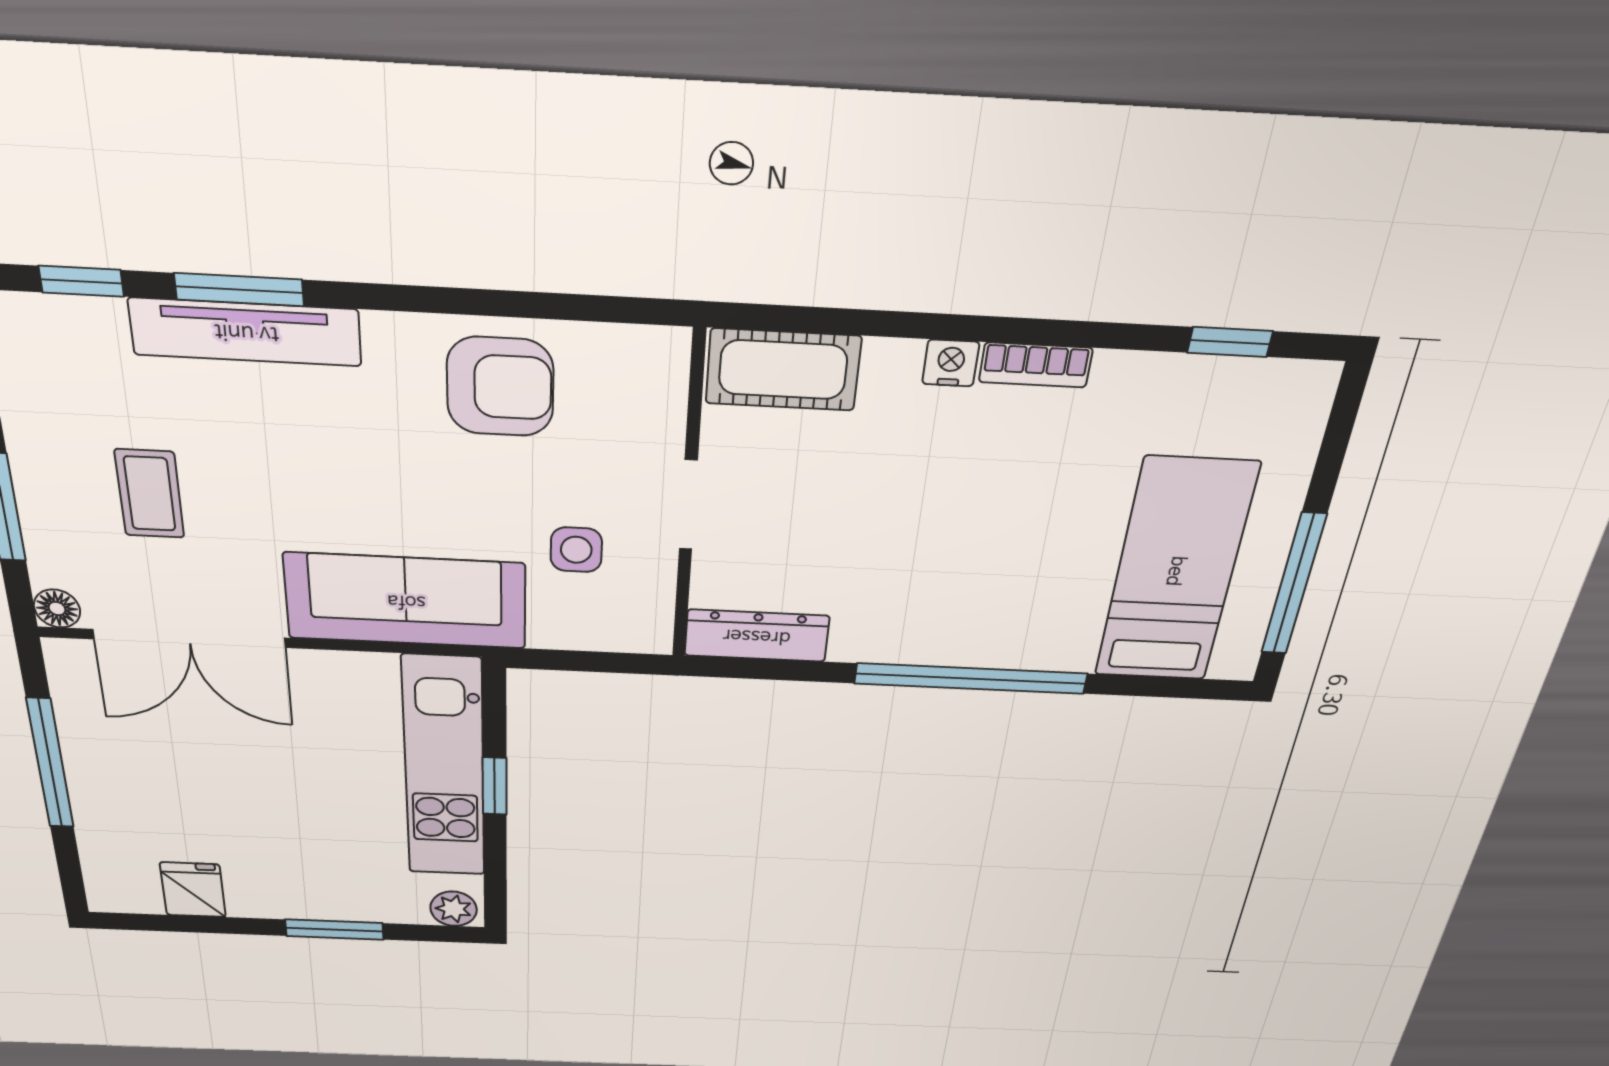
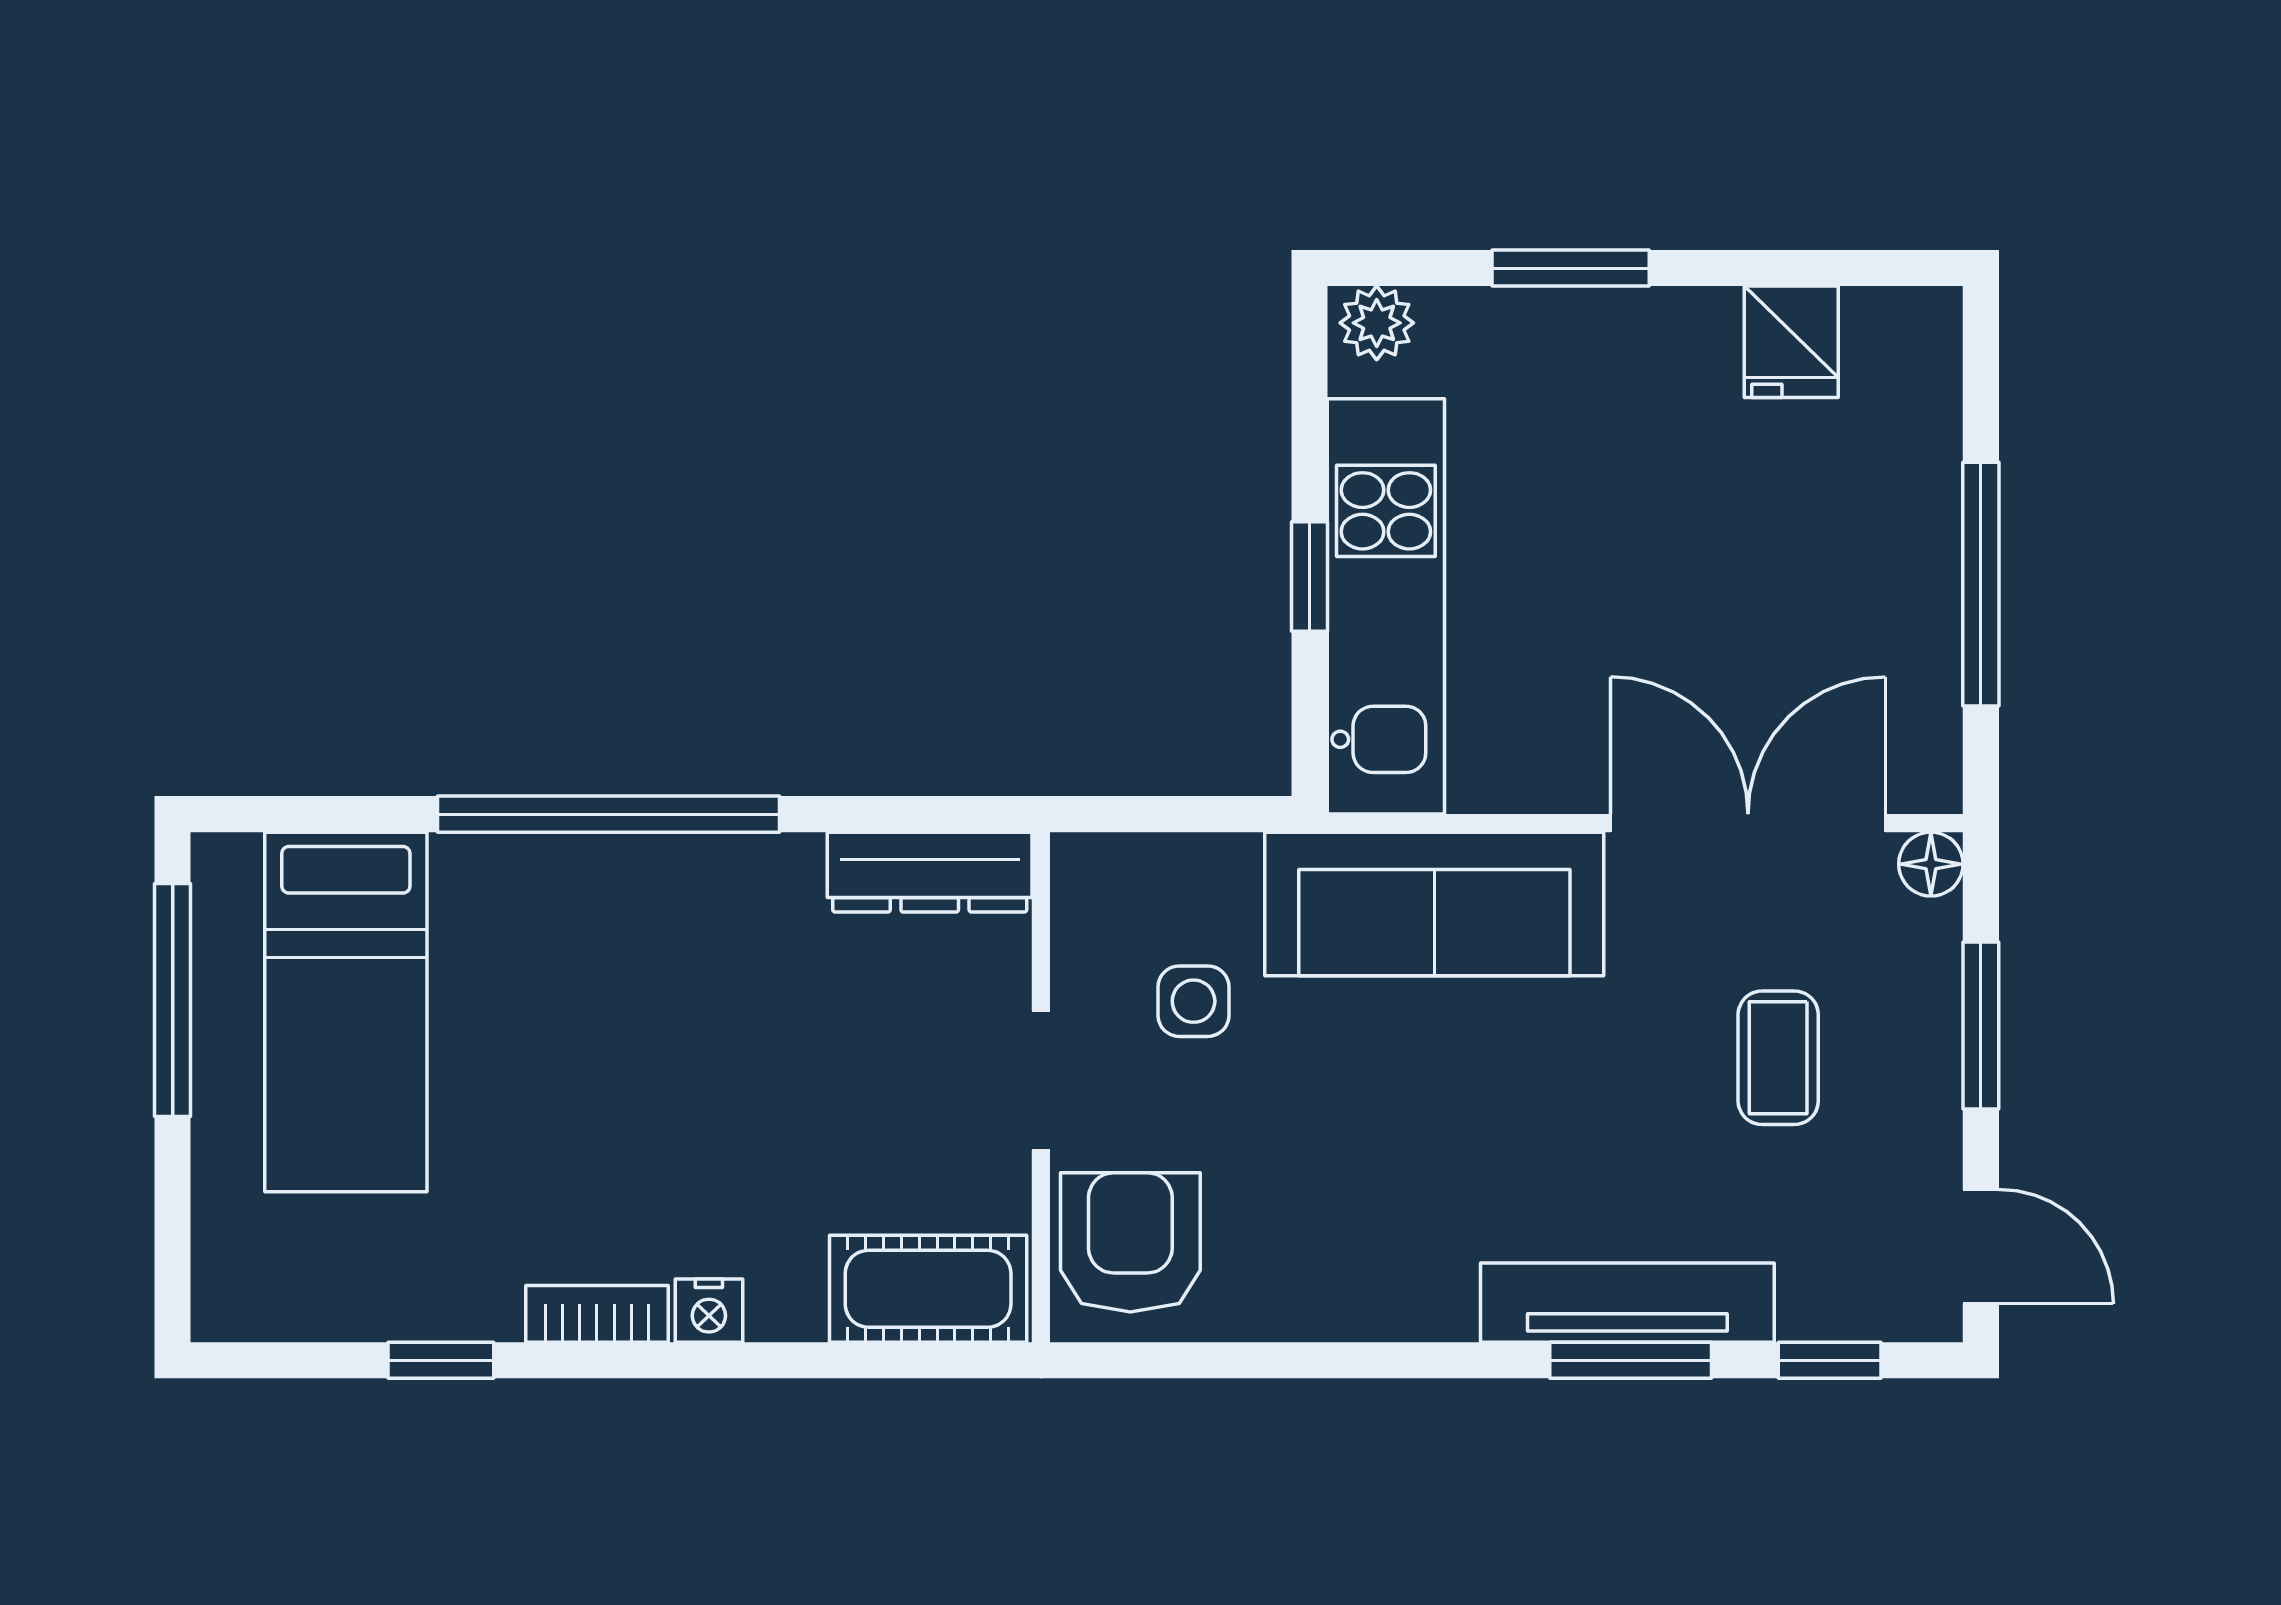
window: (1230, 342) -> (441, 1360), moved
armchair: (500, 387) -> (1130, 1242), moved, turned 90

